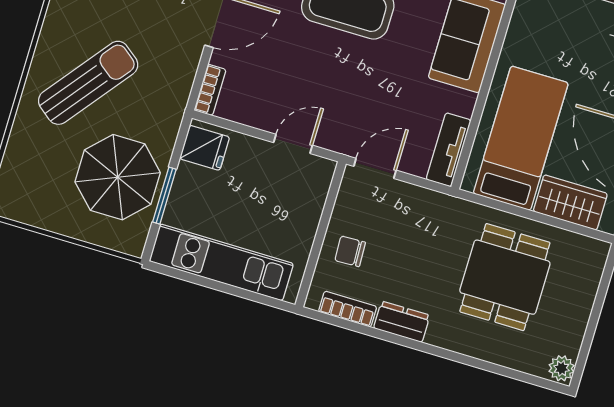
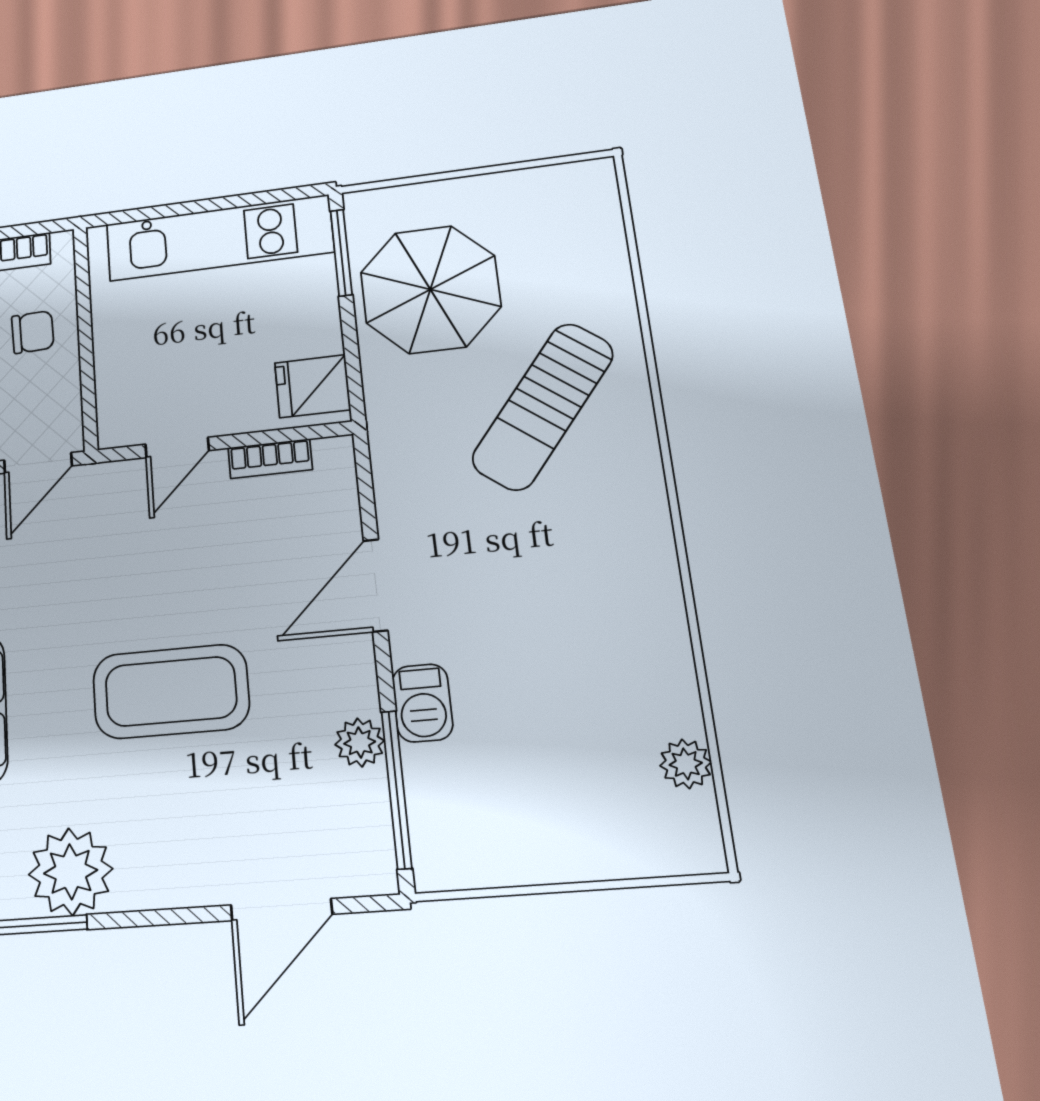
bookcase: (210, 90) -> (270, 459), moved, turned -90
window: (164, 196) -> (341, 253), moved

